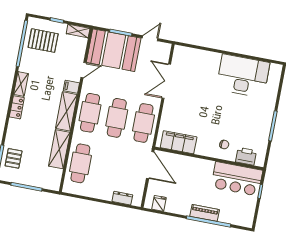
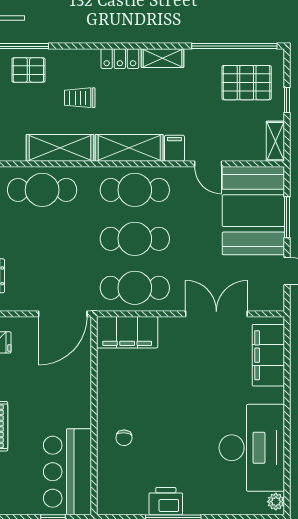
pallet: (43, 41) -> (247, 83), turned 90
filing cabinet: (194, 57) -> (268, 355), added
plant: (275, 68) -> (276, 502), added
trolley: (34, 133) -> (80, 98), added
filing cabinet: (179, 142) -> (127, 332), moved, turned 90
printer: (246, 156) -> (166, 501), moved, turned -90

